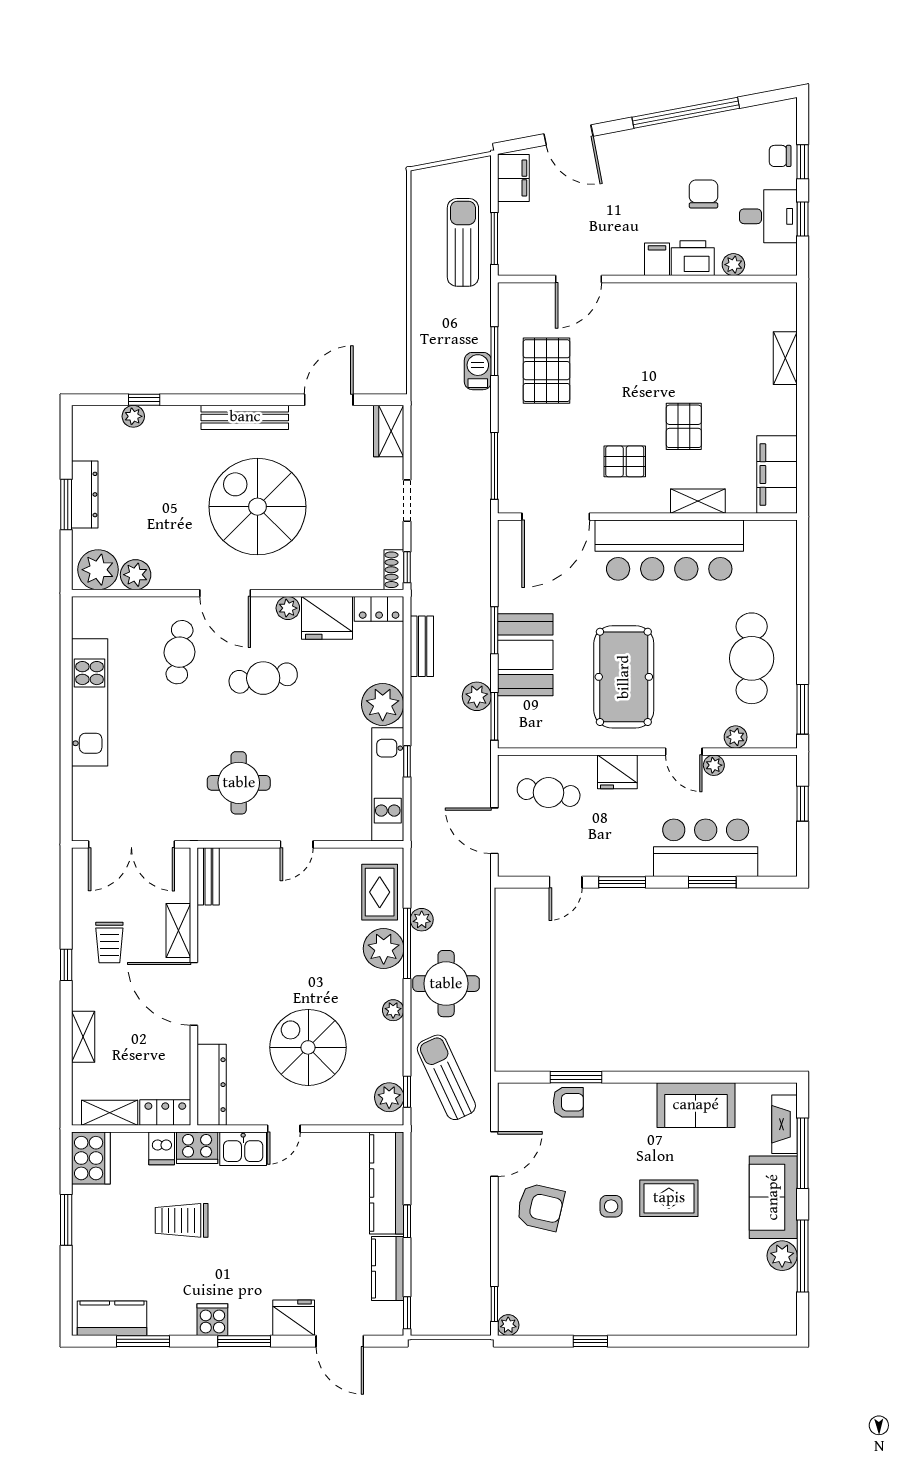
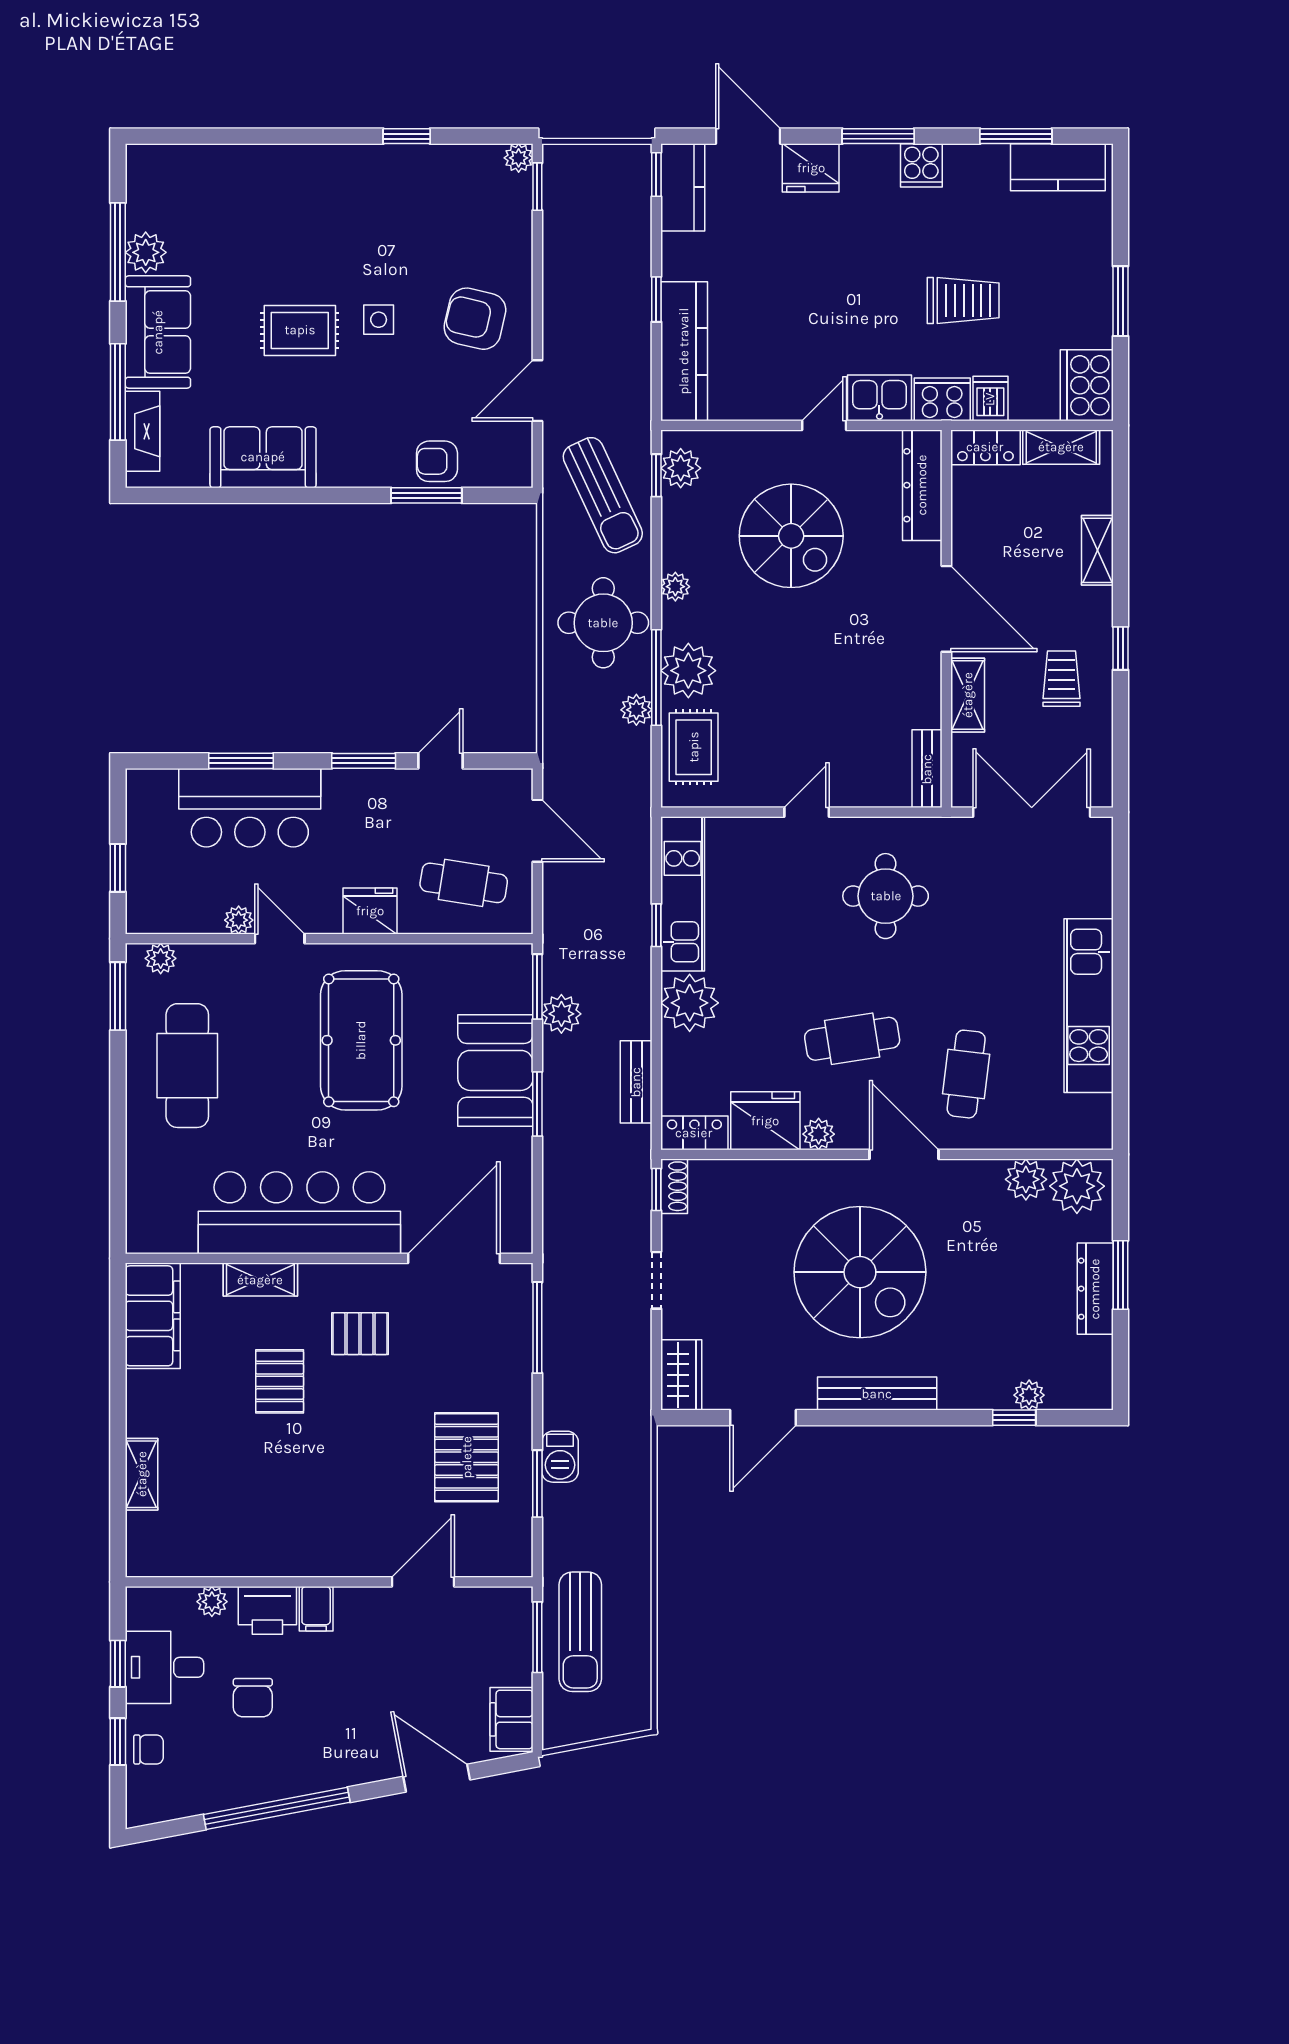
plant: (736, 737) -> (161, 958), moved
kitchen counter: (388, 1269) -> (683, 187), moved

